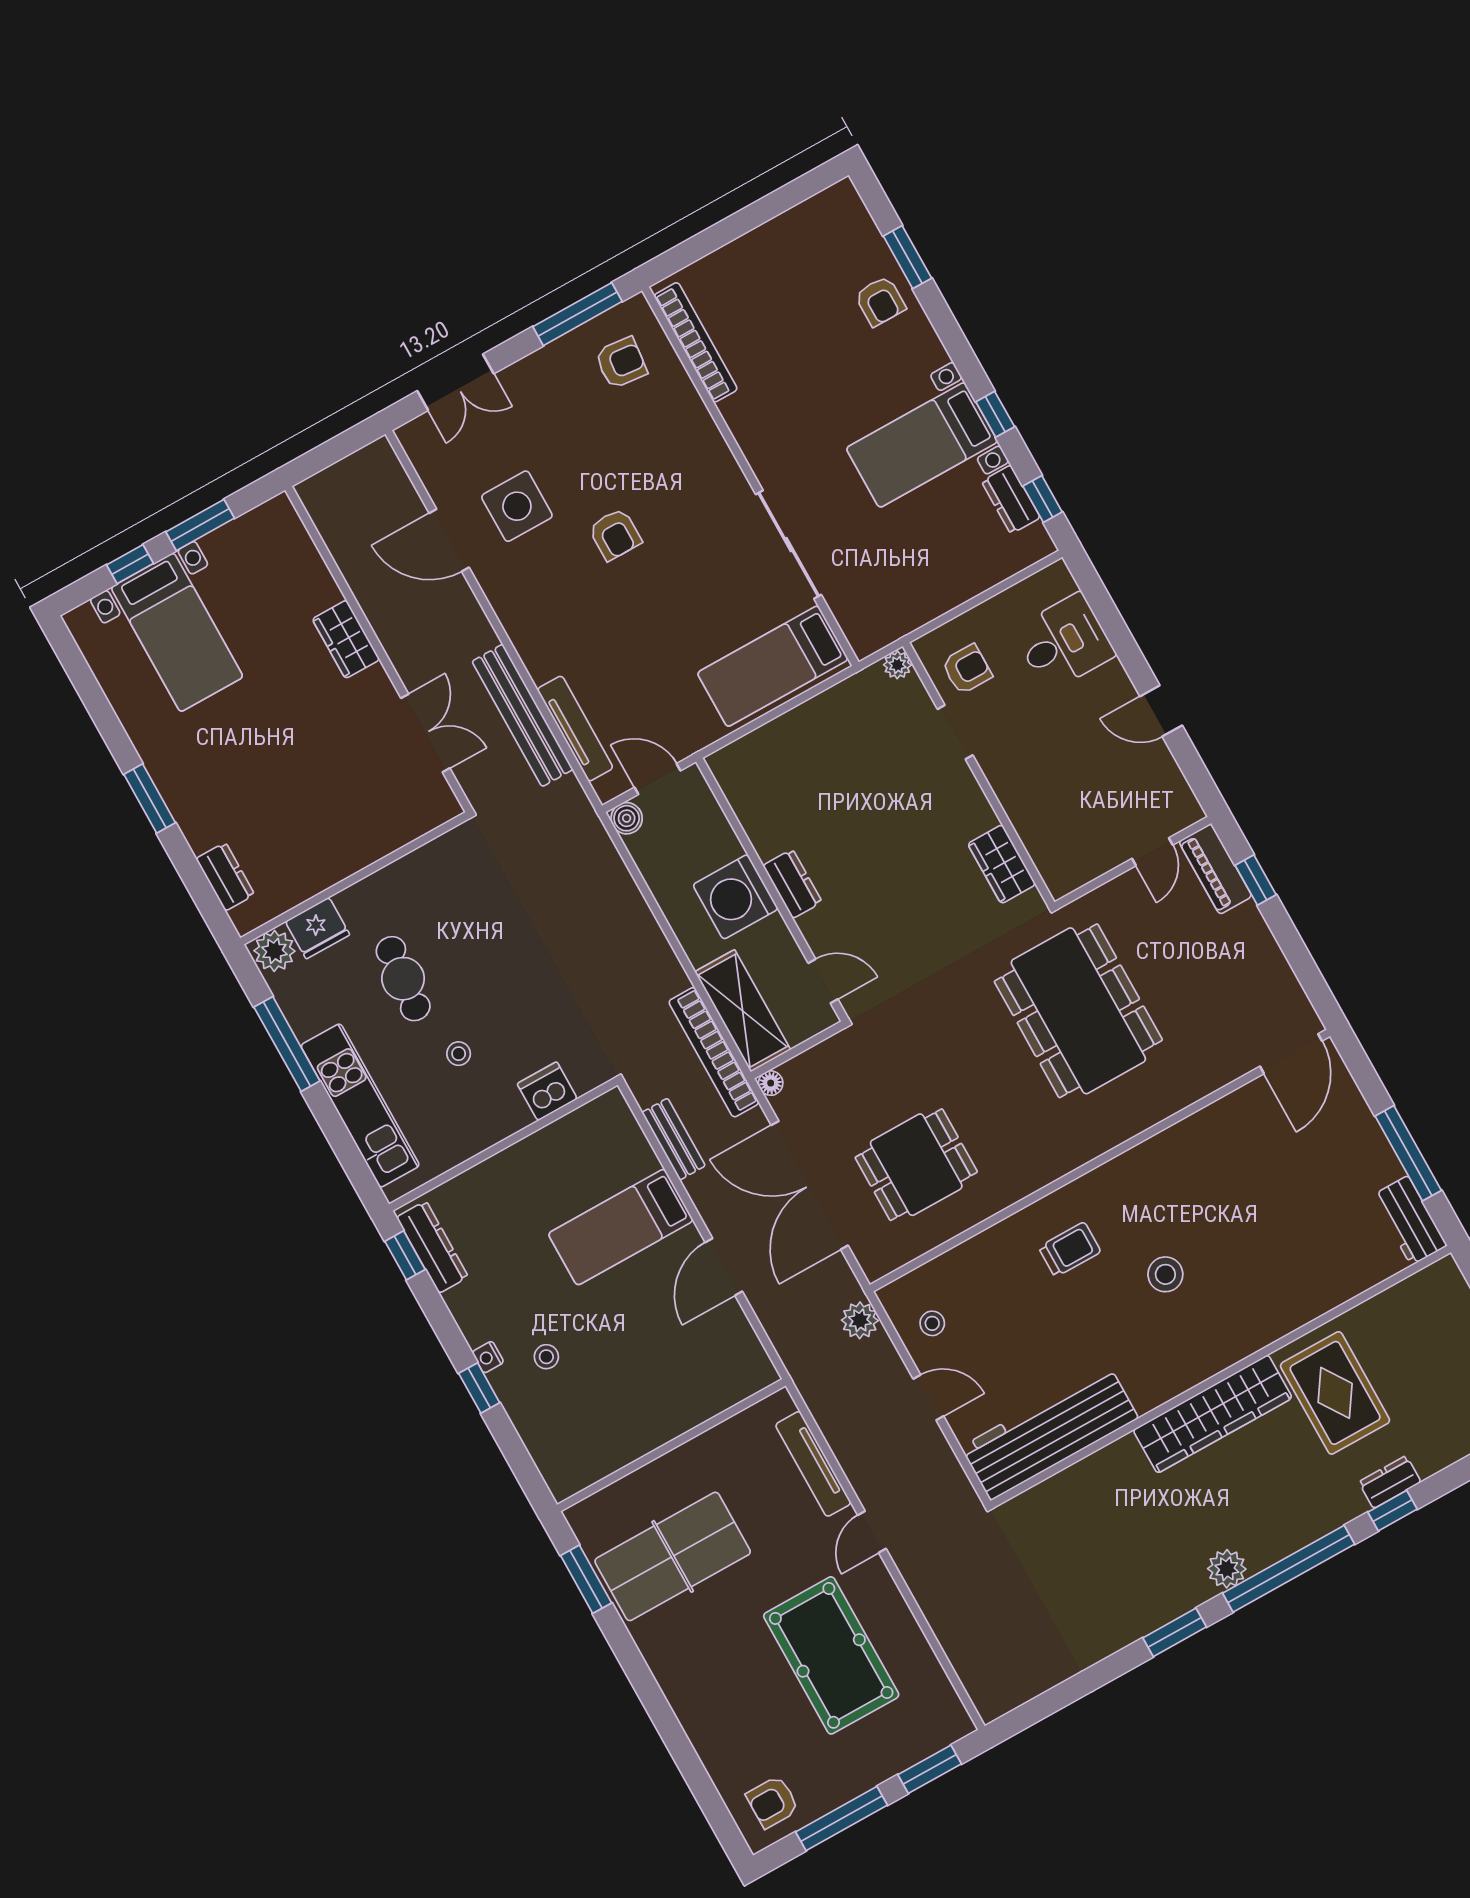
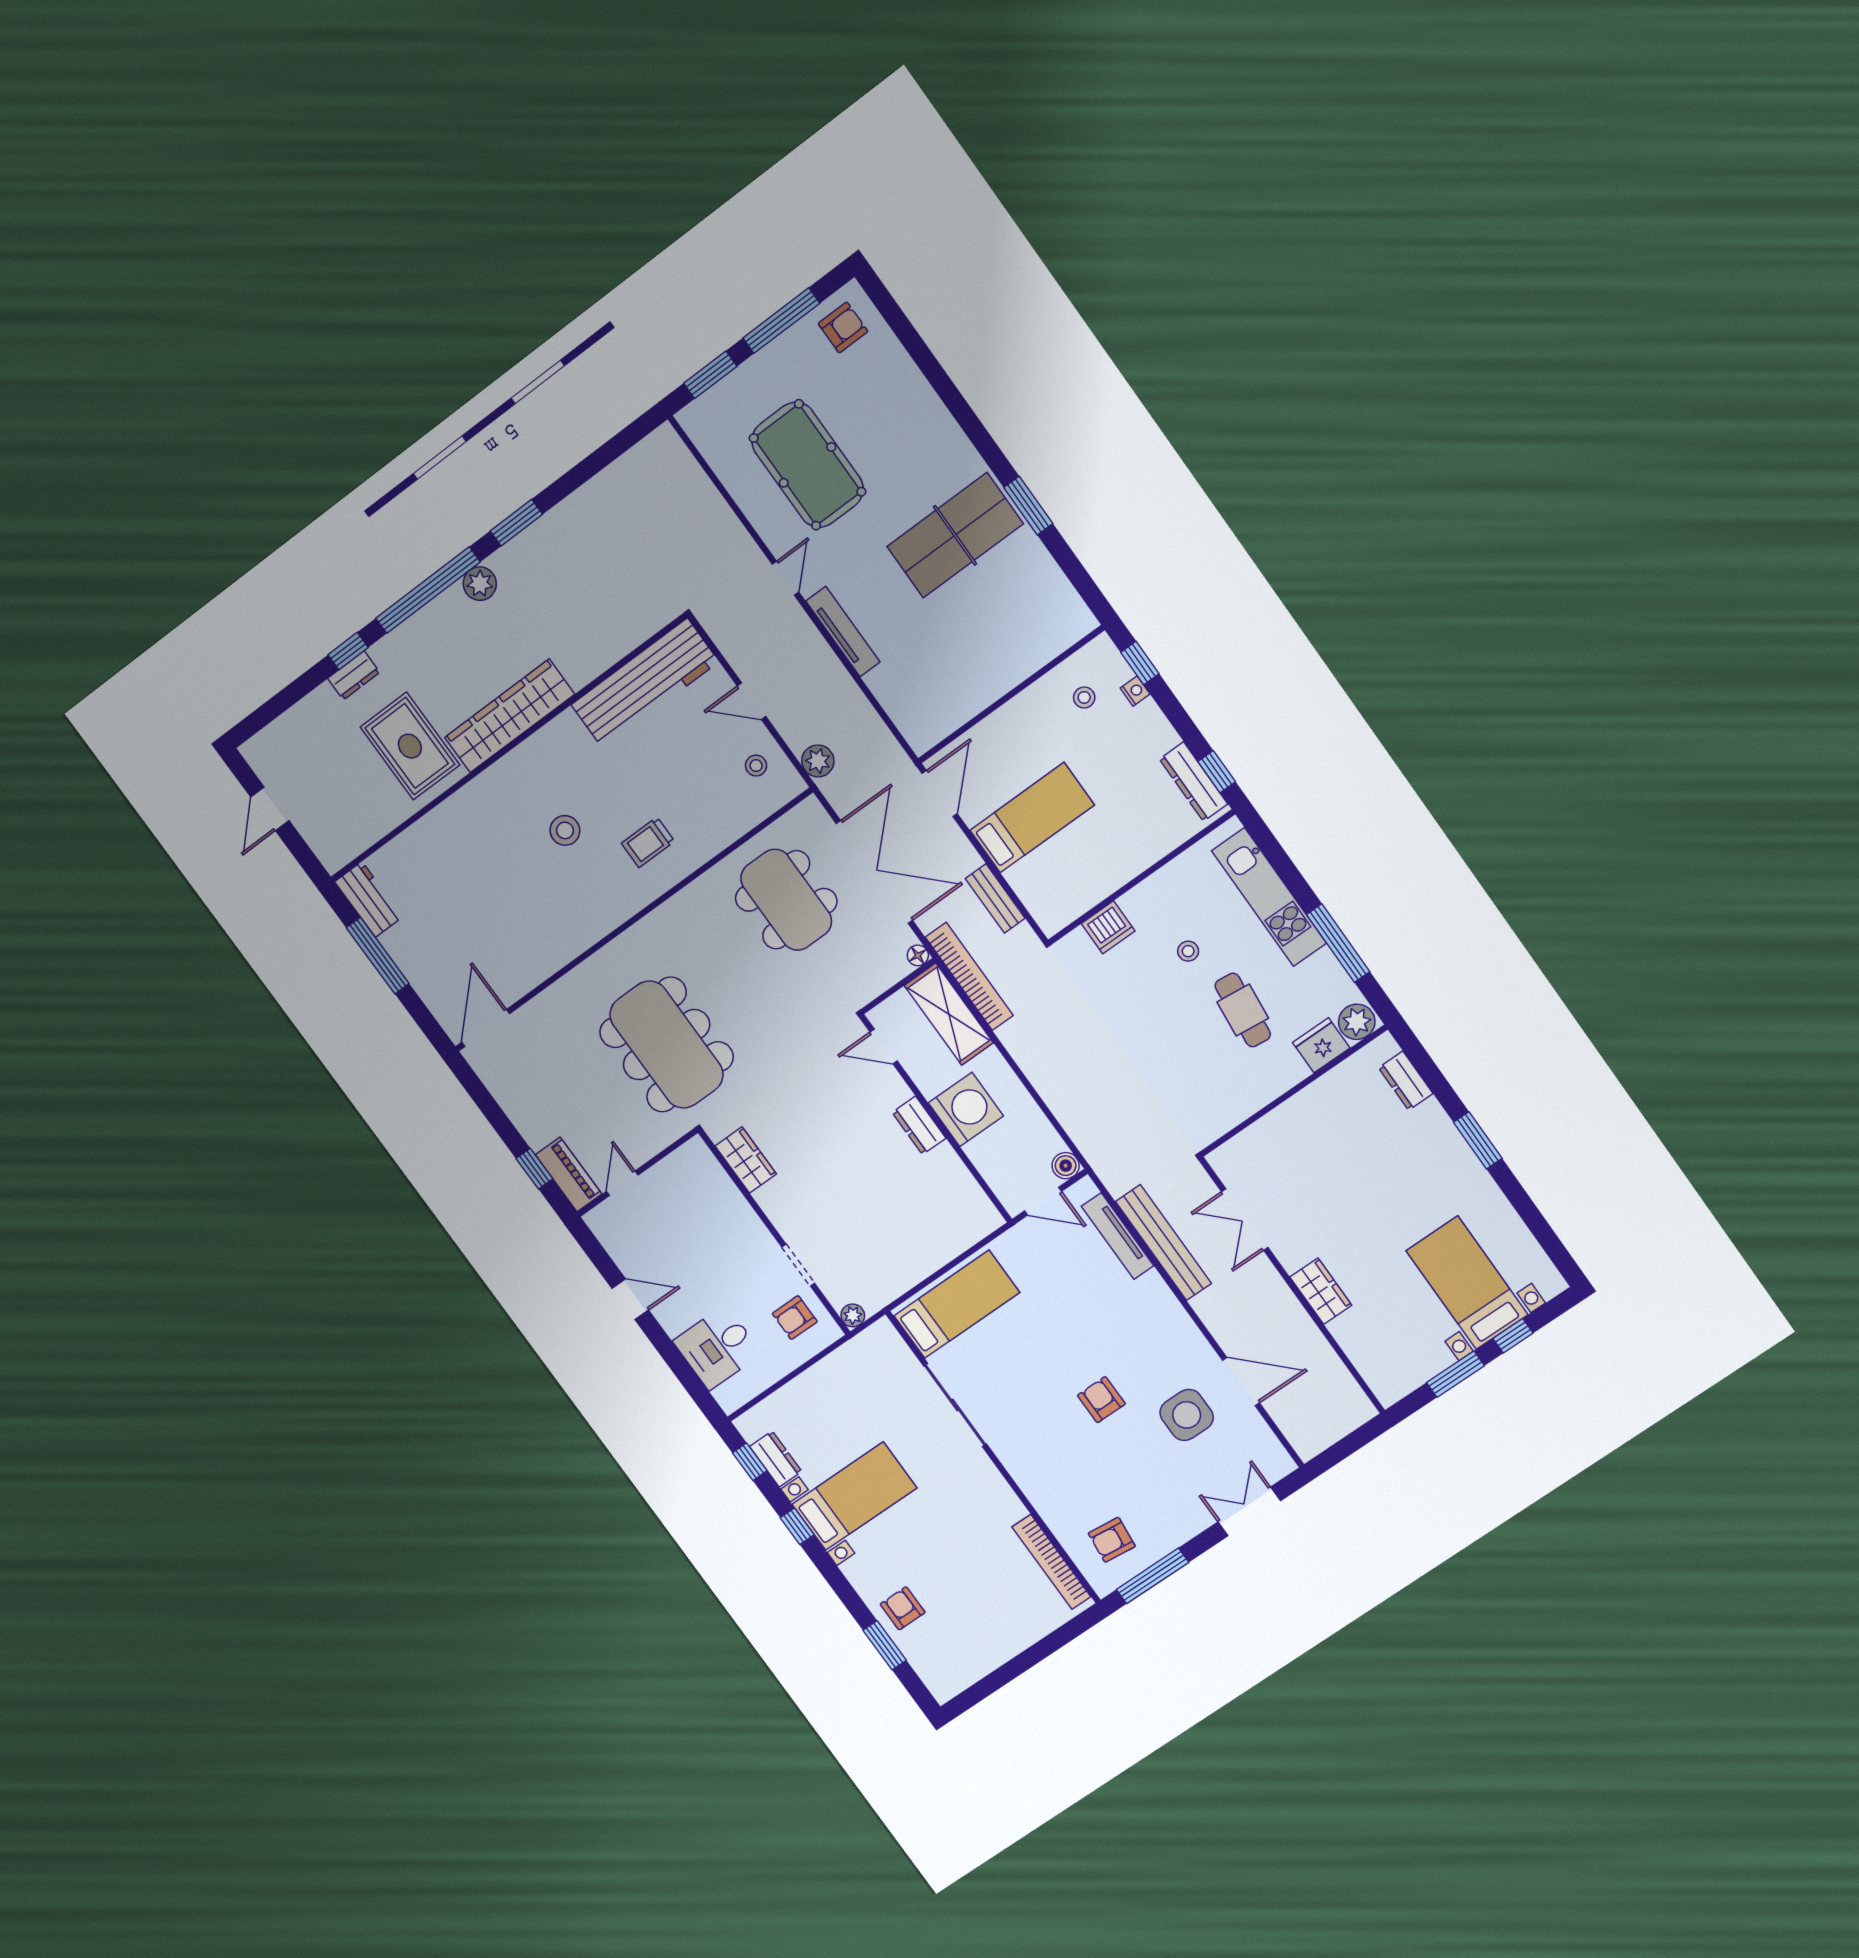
dining table: (916, 1165) -> (786, 900), width x1.37
wall: (671, 1445) -> (1011, 694), moved

